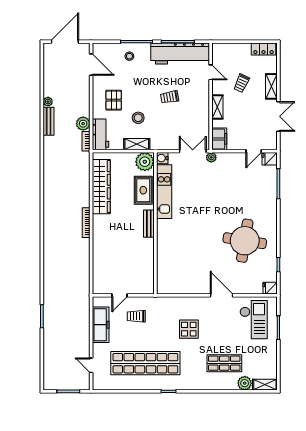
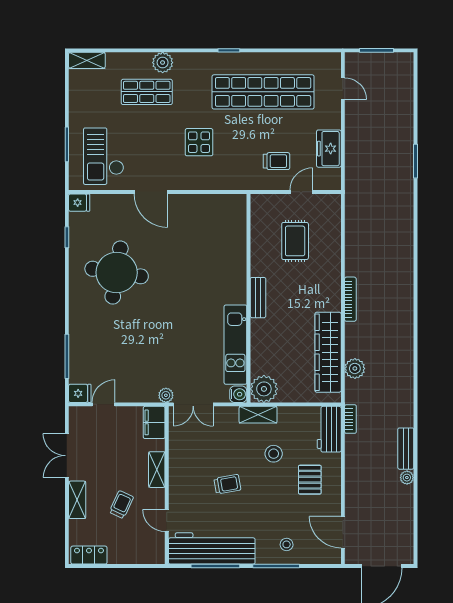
plant: (83, 124) -> (355, 368), moved
shelving: (137, 144) -> (258, 415), moved
rug: (143, 190) -> (295, 241), moved
freezer: (101, 325) -> (329, 149), width x0.71
plant: (245, 383) -> (163, 63), moved

